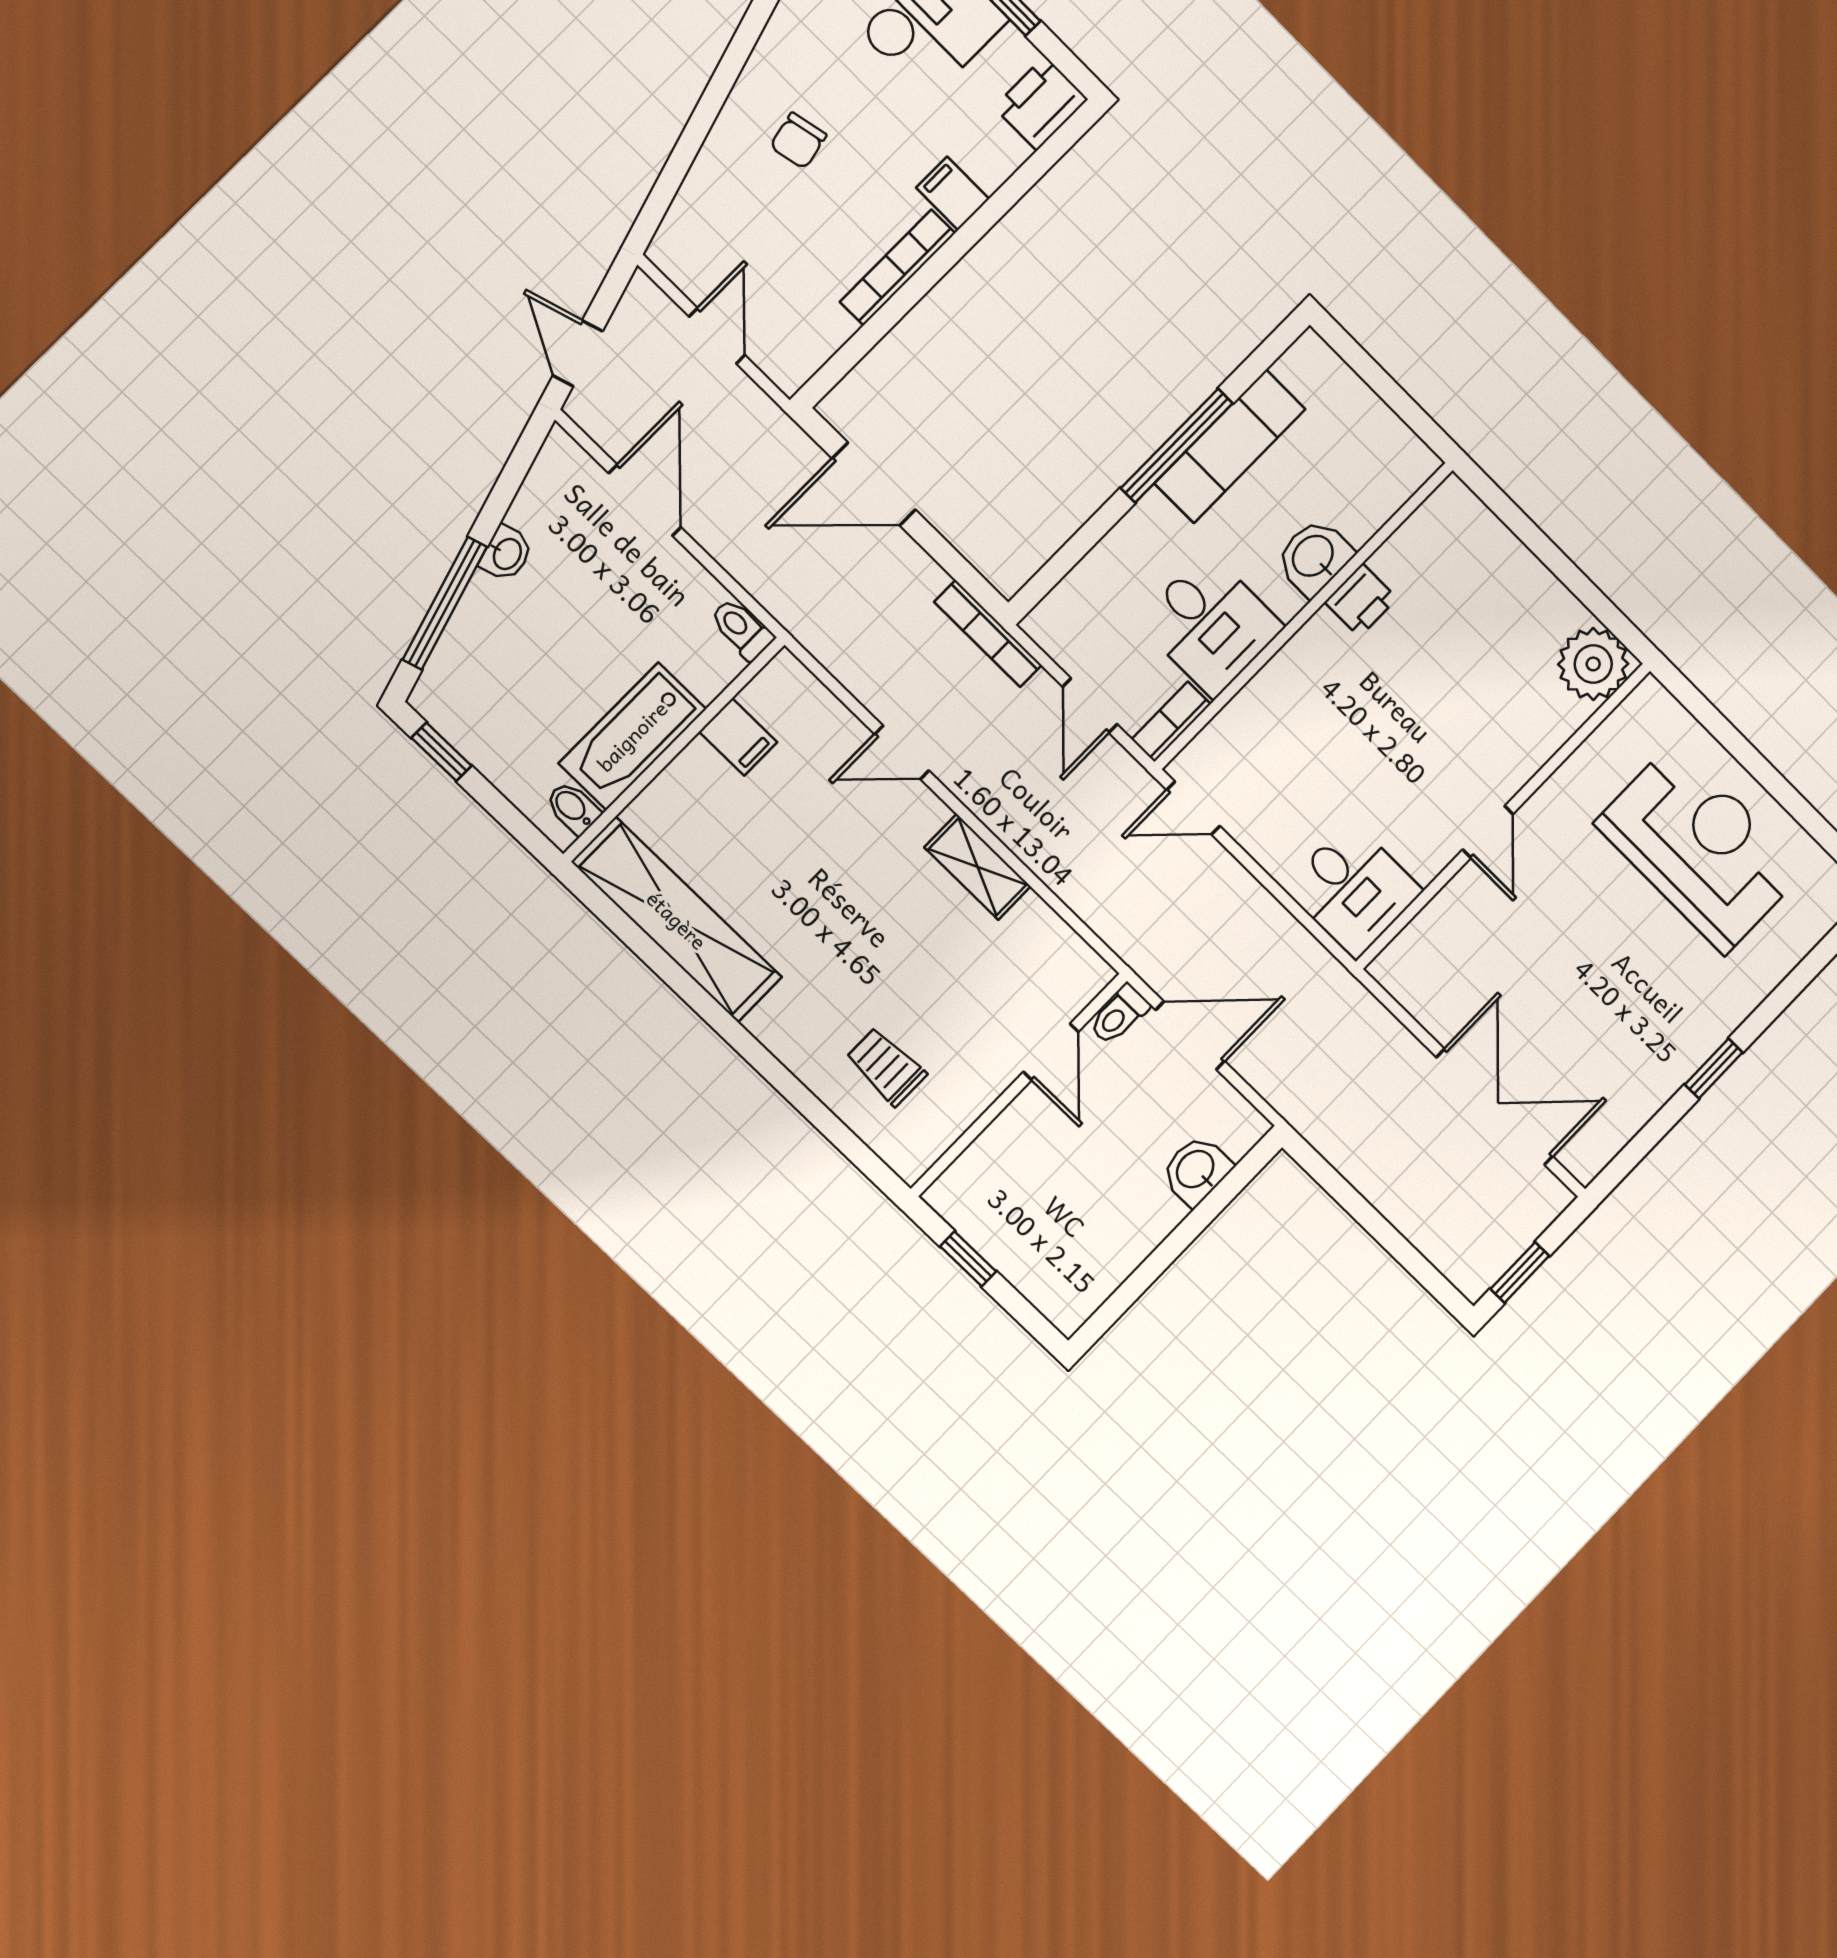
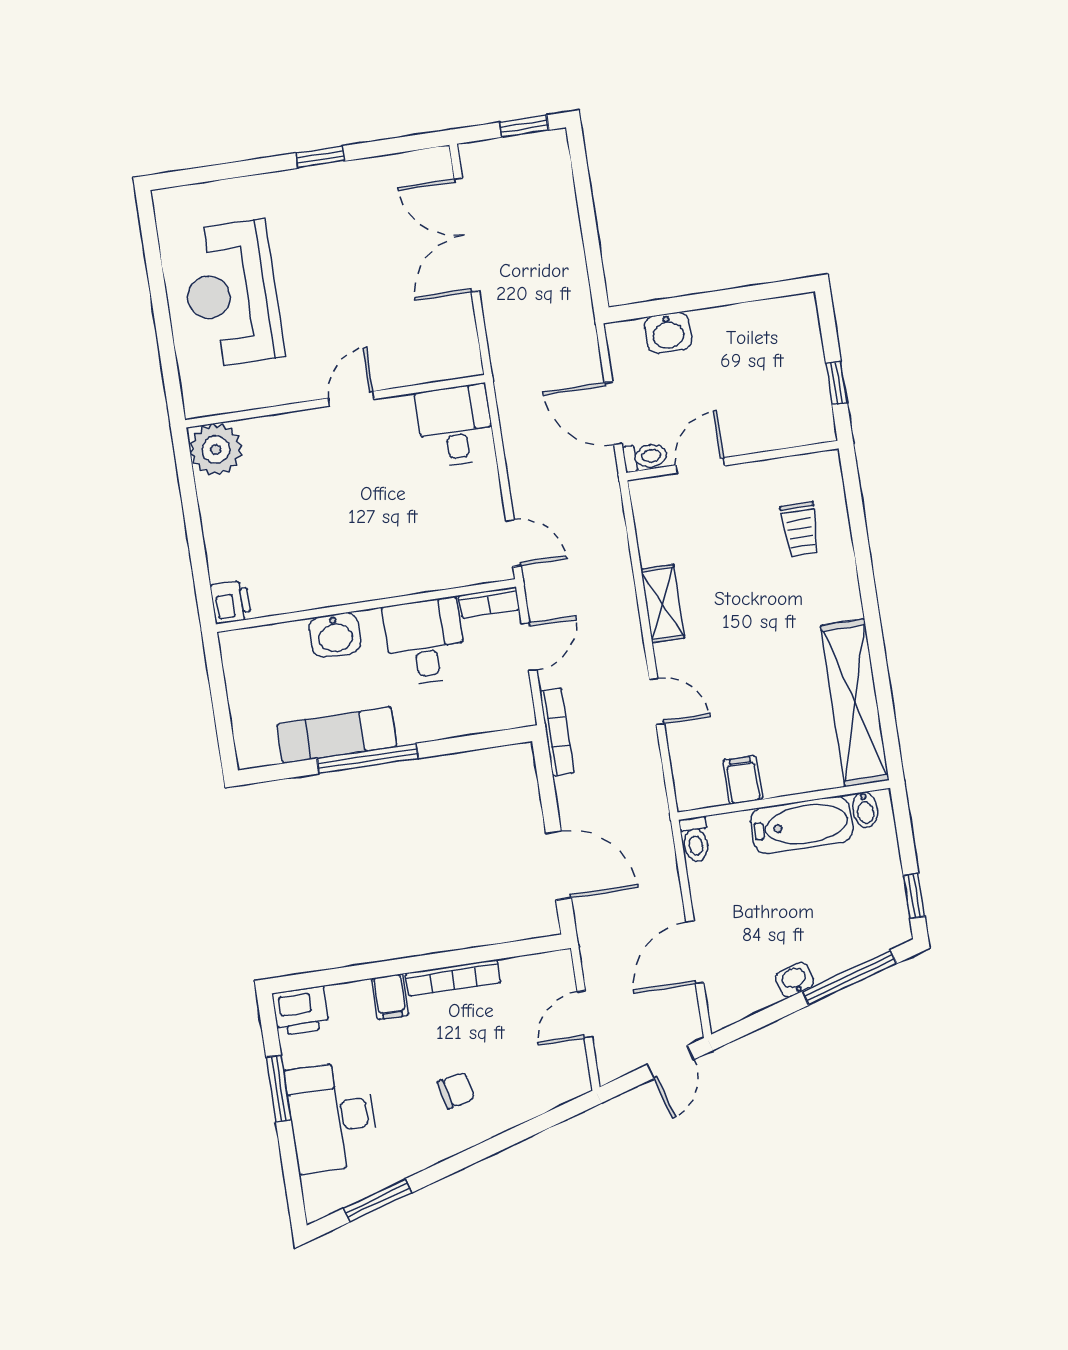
printer: (1361, 600) -> (231, 602), moved, turned 90

